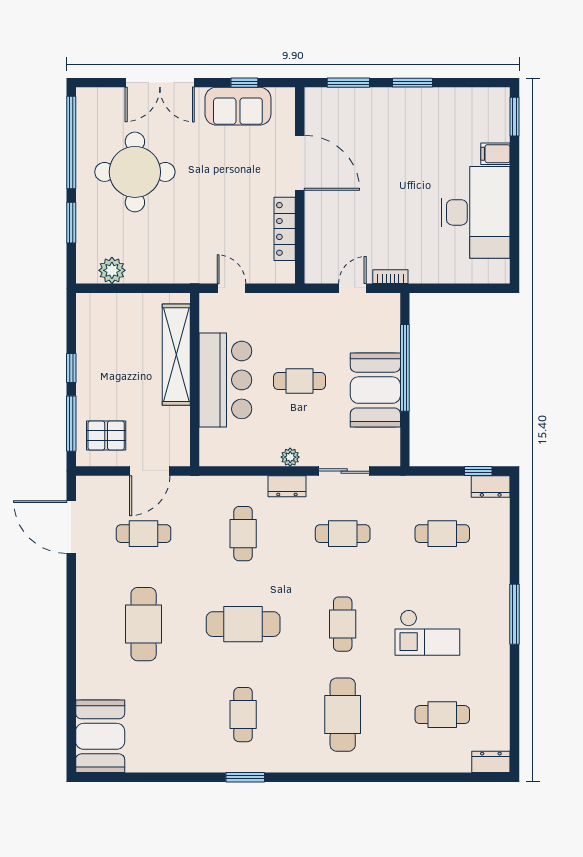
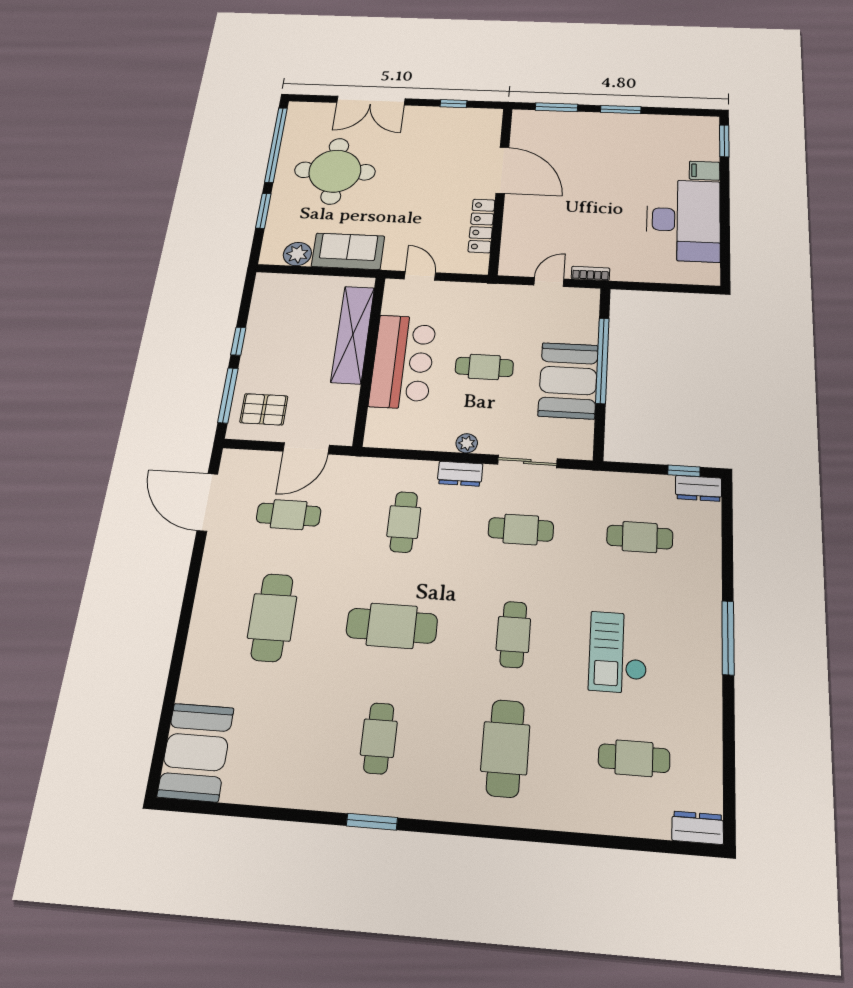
sofa: (238, 106) -> (348, 251), moved, turned 180
checkout: (427, 633) -> (618, 652), turned 90

